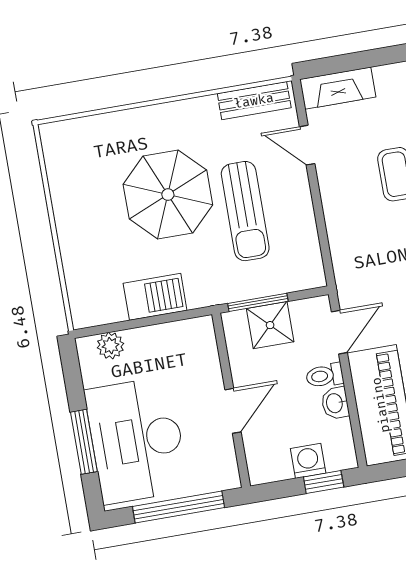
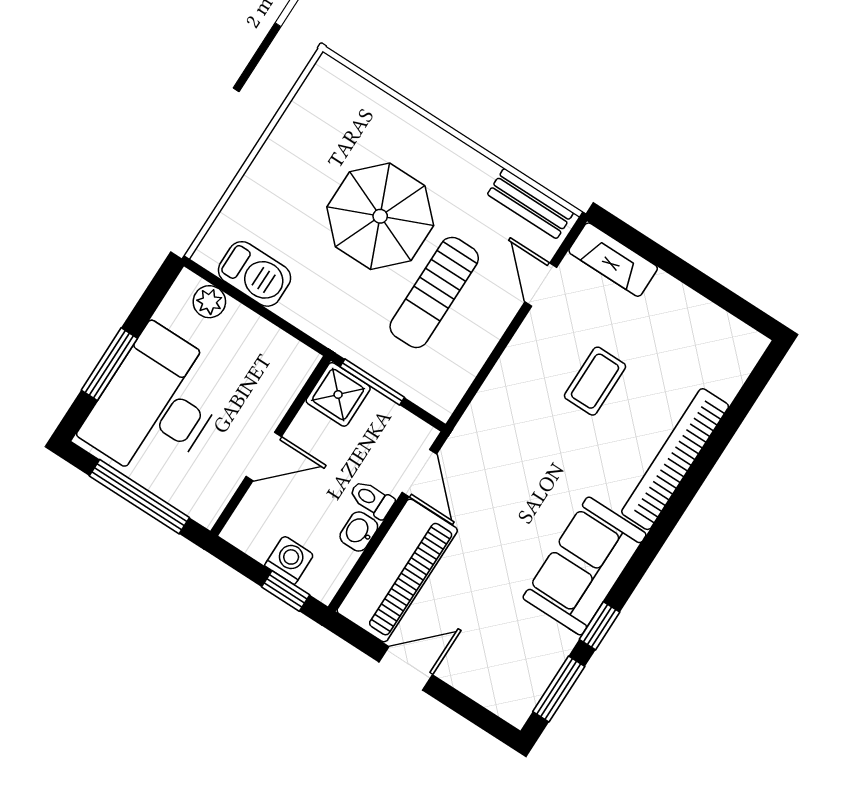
barbecue: (155, 297) -> (255, 274), moved
shower: (270, 325) -> (338, 394), moved
door: (339, 332) -> (419, 473), hinge flipped

